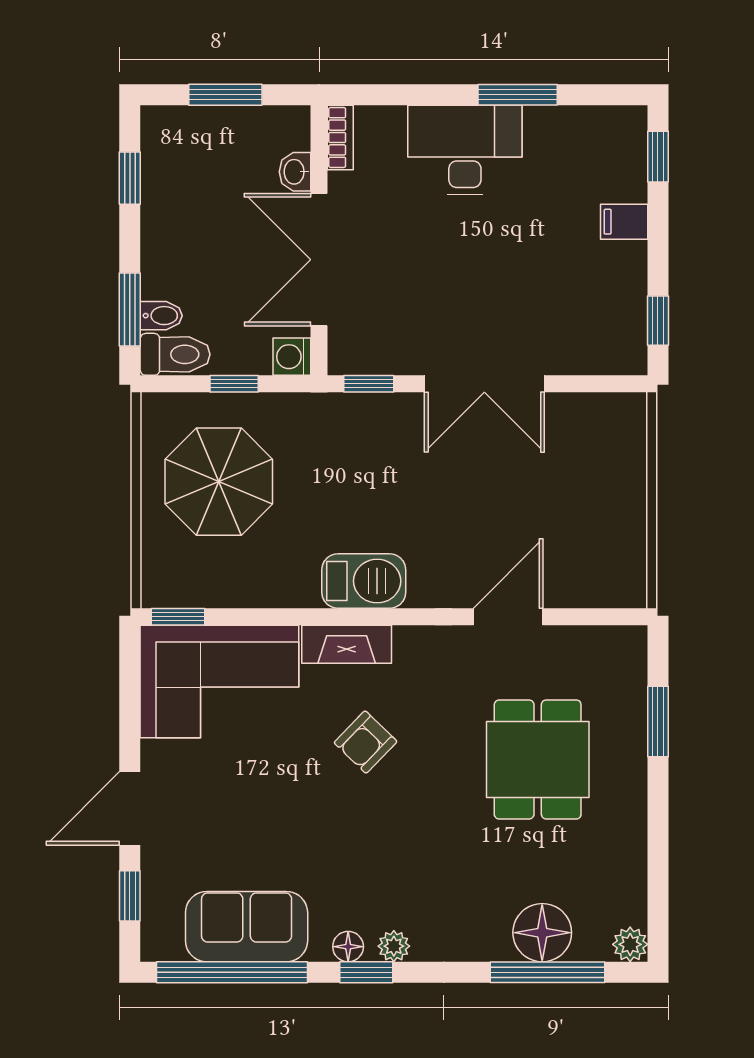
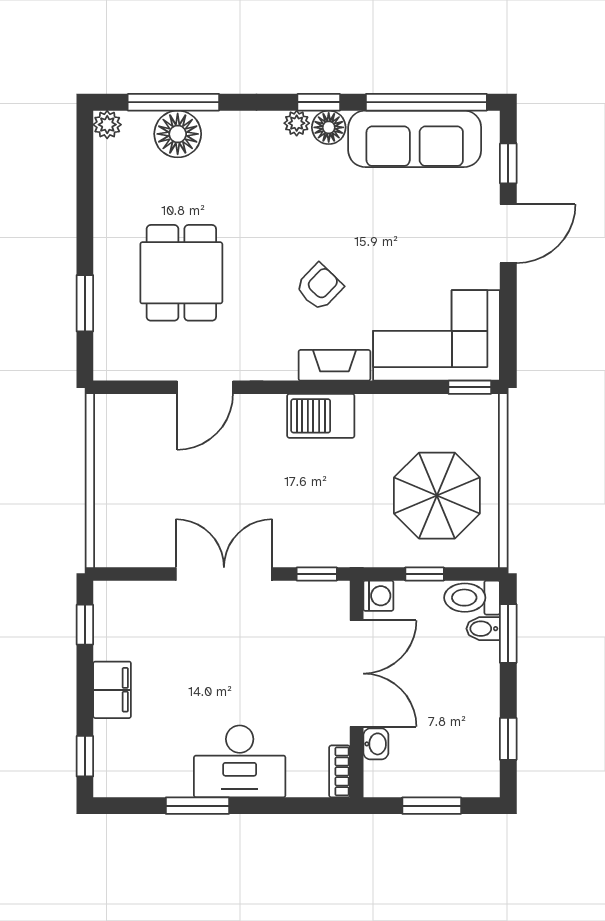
filing cabinet: (624, 222) -> (112, 690), width x2.00
sofa: (247, 927) -> (415, 139), width x1.36
floor lamp: (348, 947) -> (329, 127), width x1.37, depth x1.37

